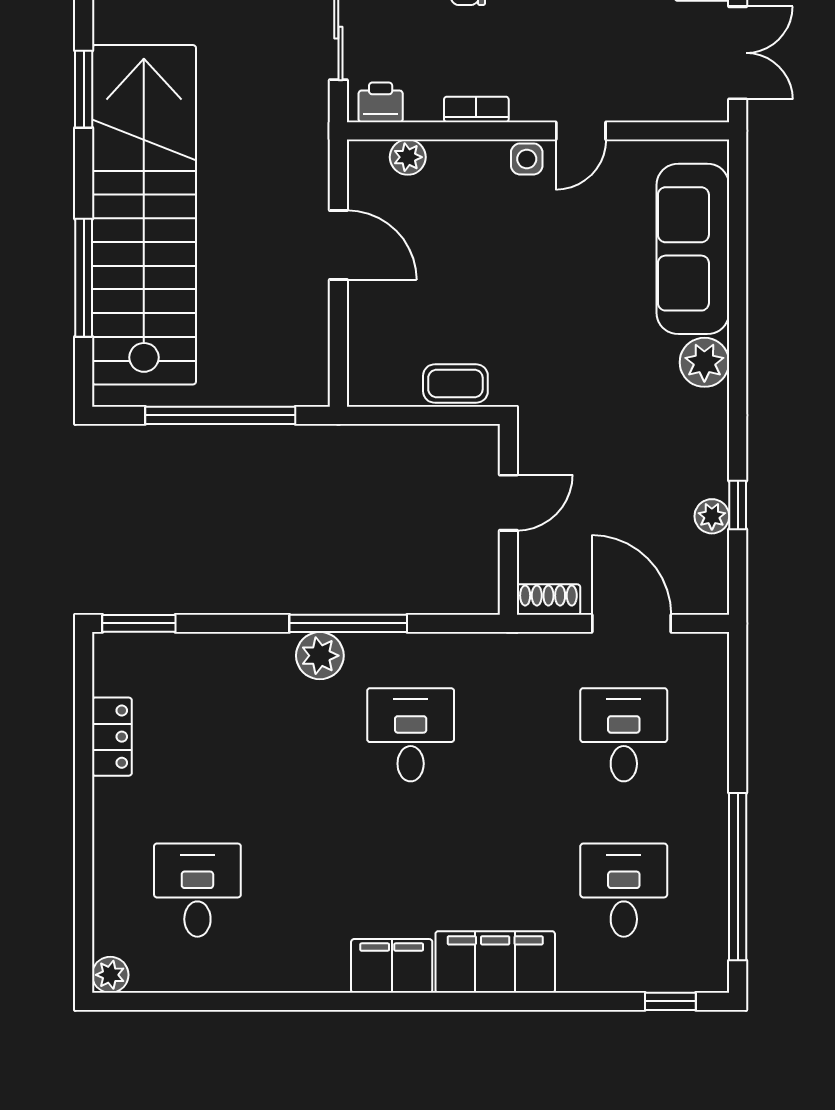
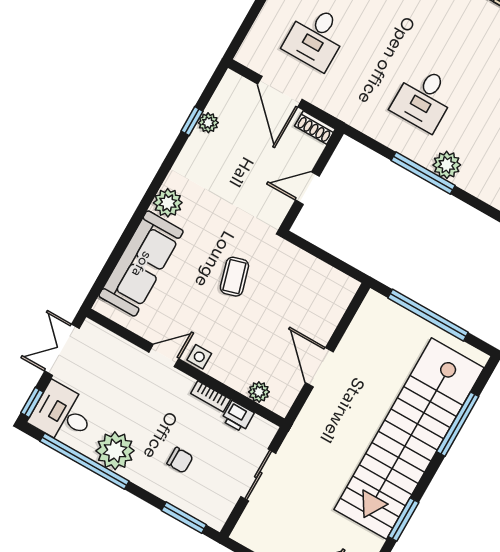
printer: (381, 102) -> (238, 416), moved
coffee table: (455, 384) -> (234, 277), moved, turned 74

